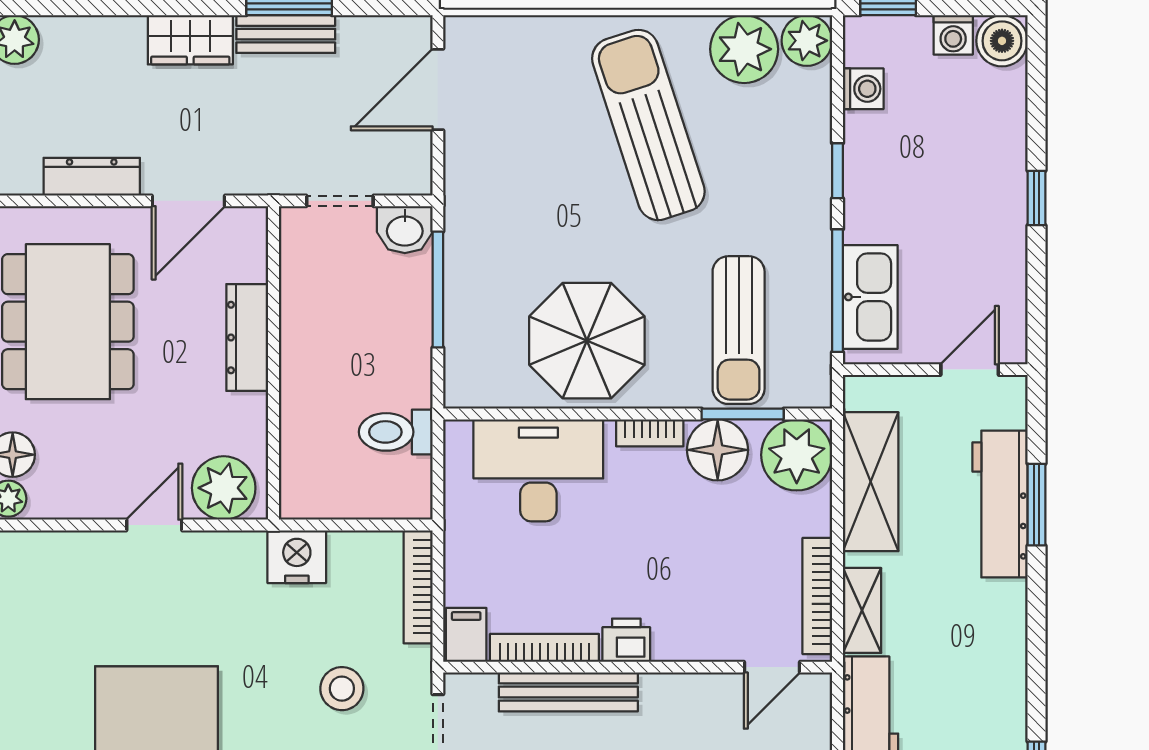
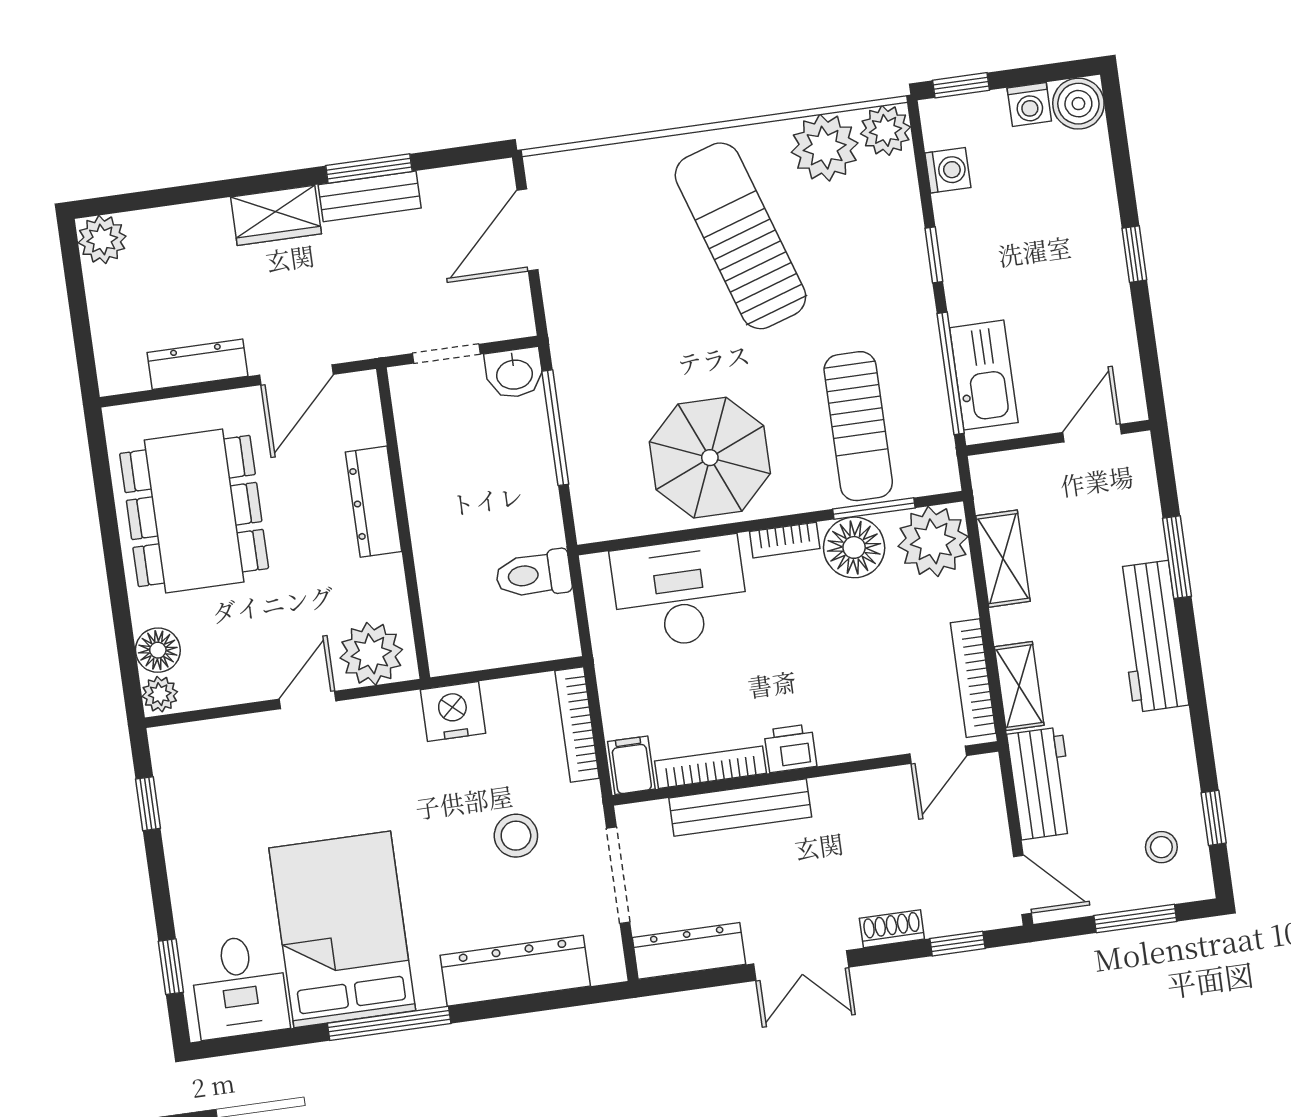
shelving: (871, 482) -> (1003, 559), width x0.67, depth x0.75
workbench: (1000, 504) -> (1151, 636), moved

